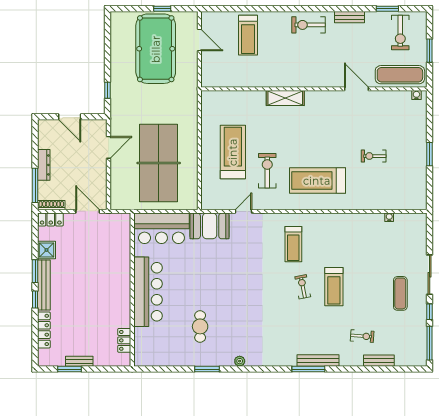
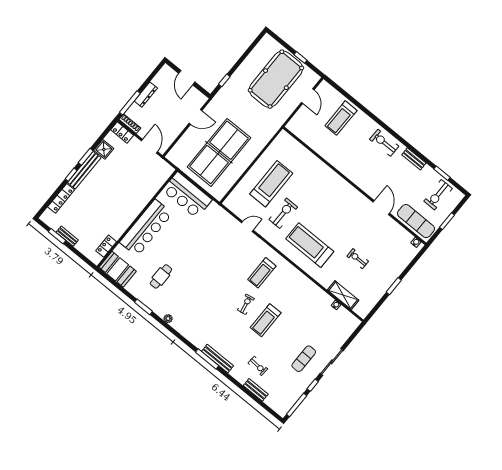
shelving: (285, 98) -> (343, 295), moved
booth: (210, 226) -> (118, 269), moved

